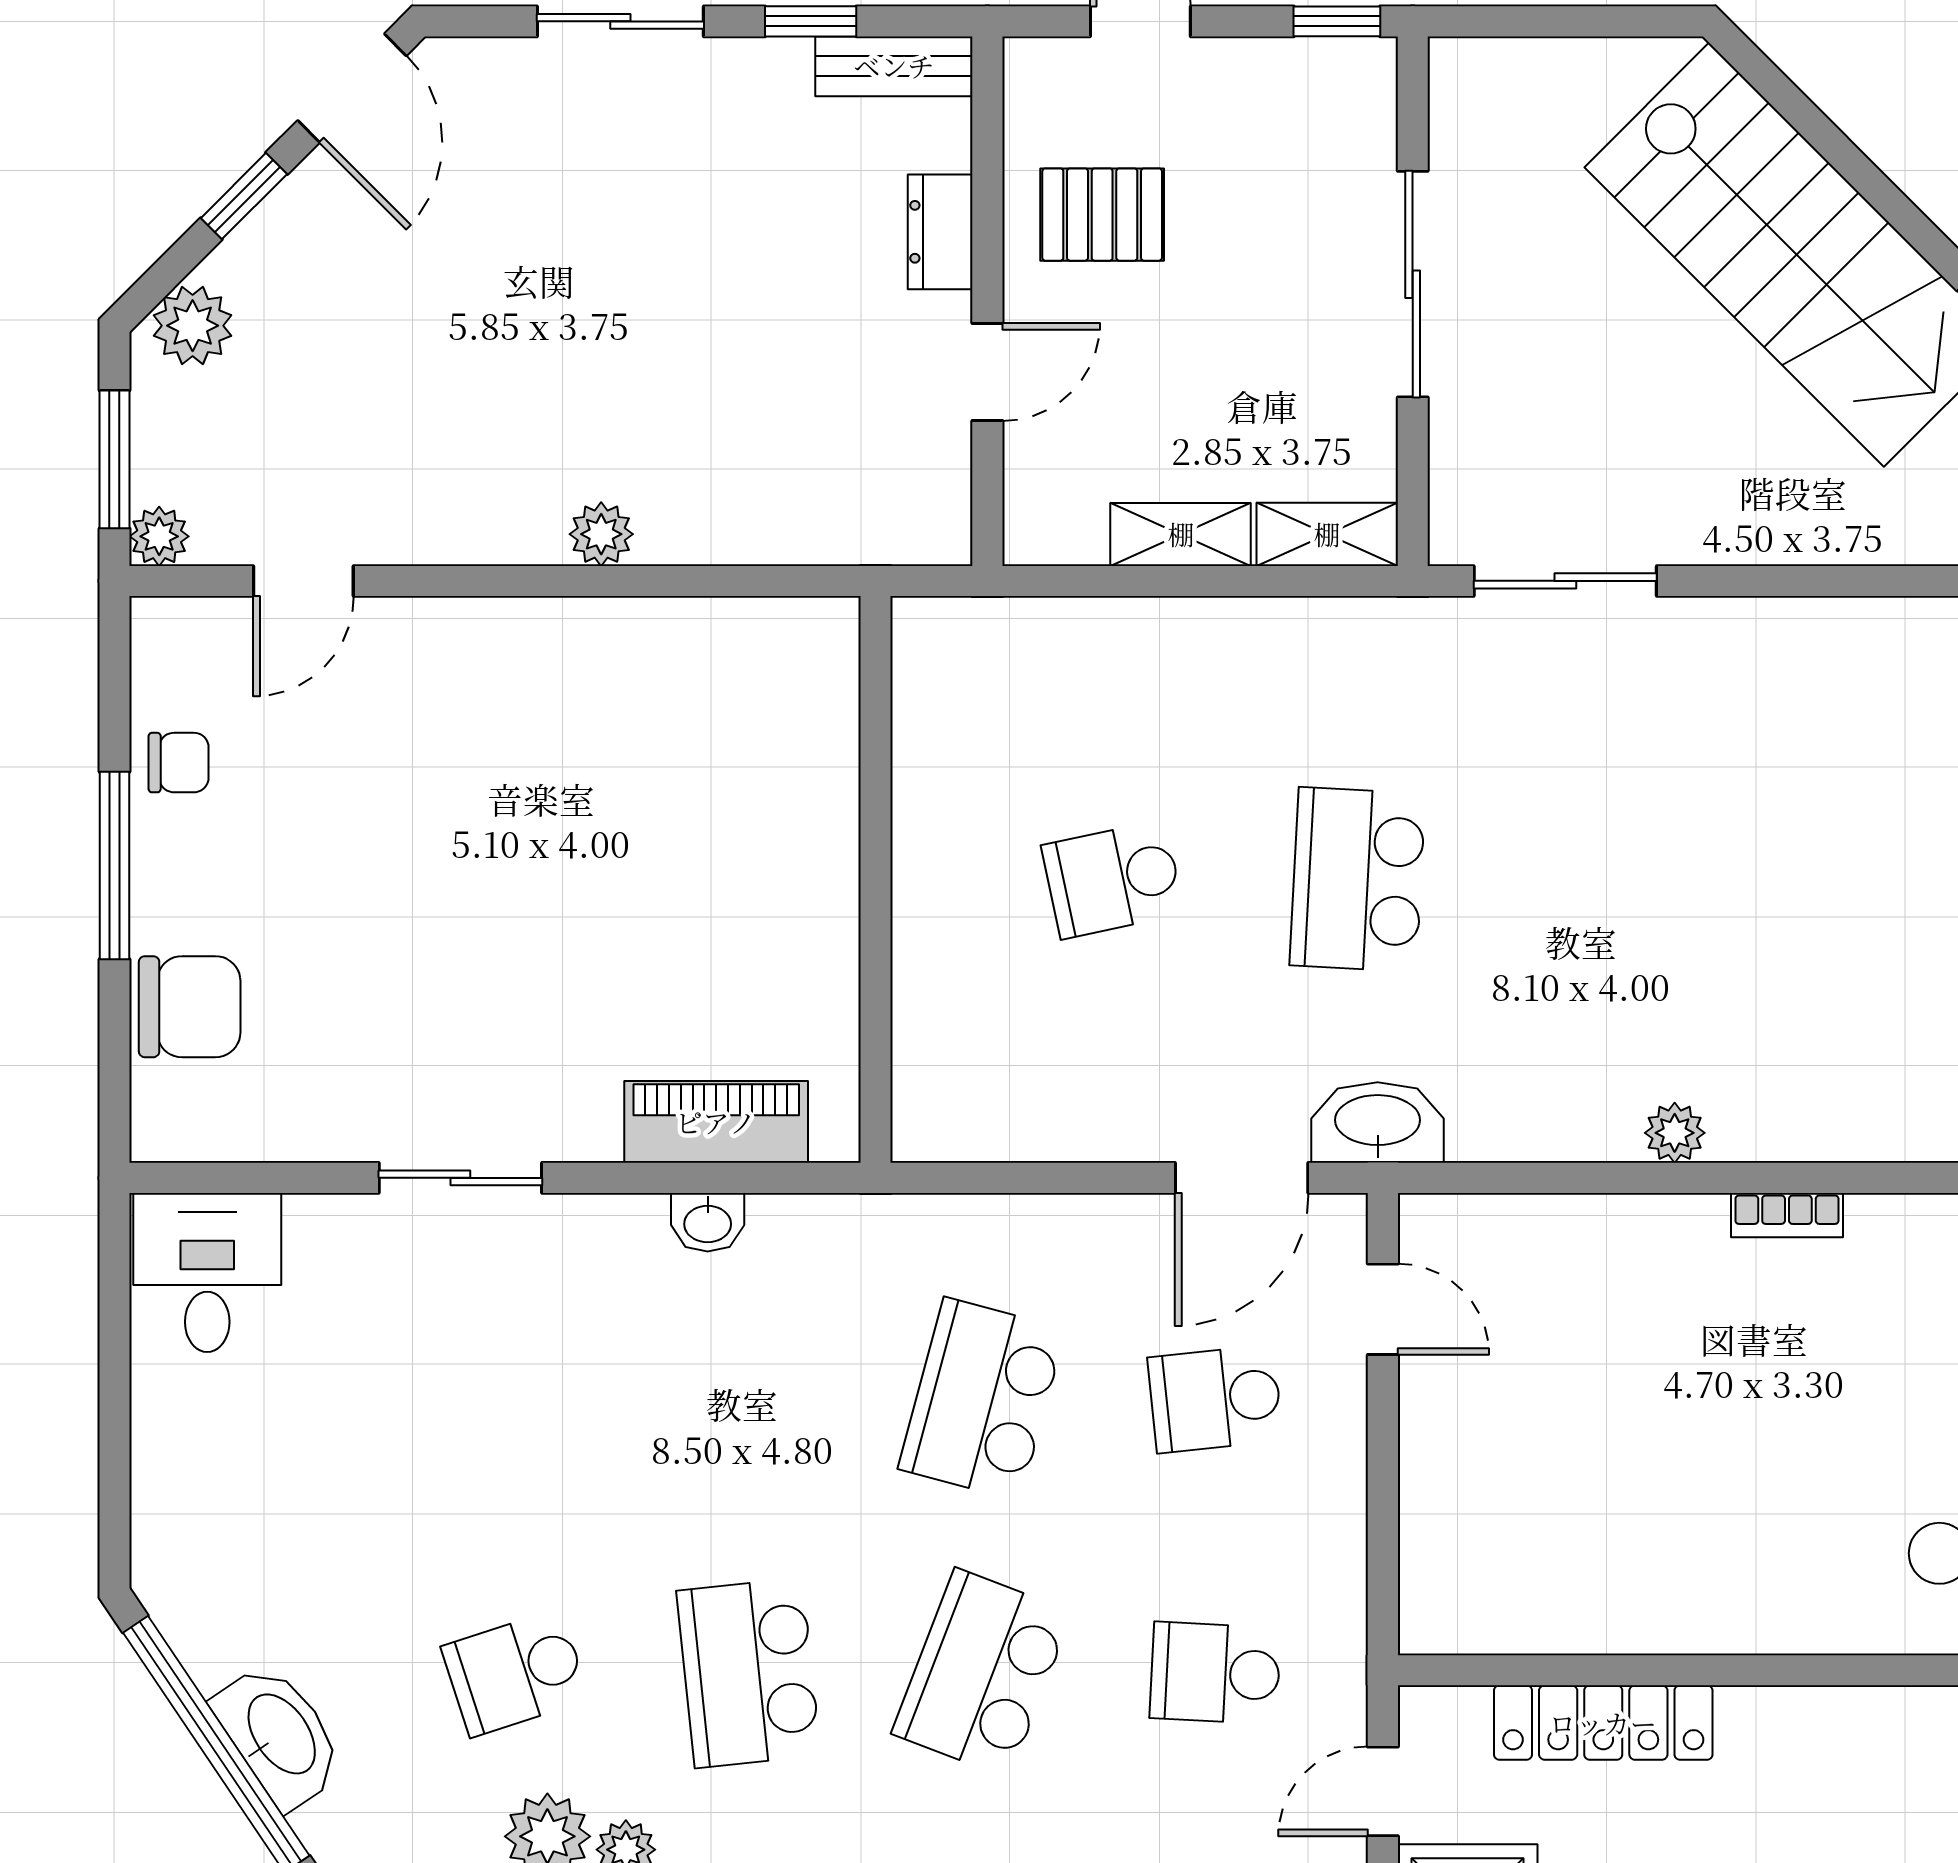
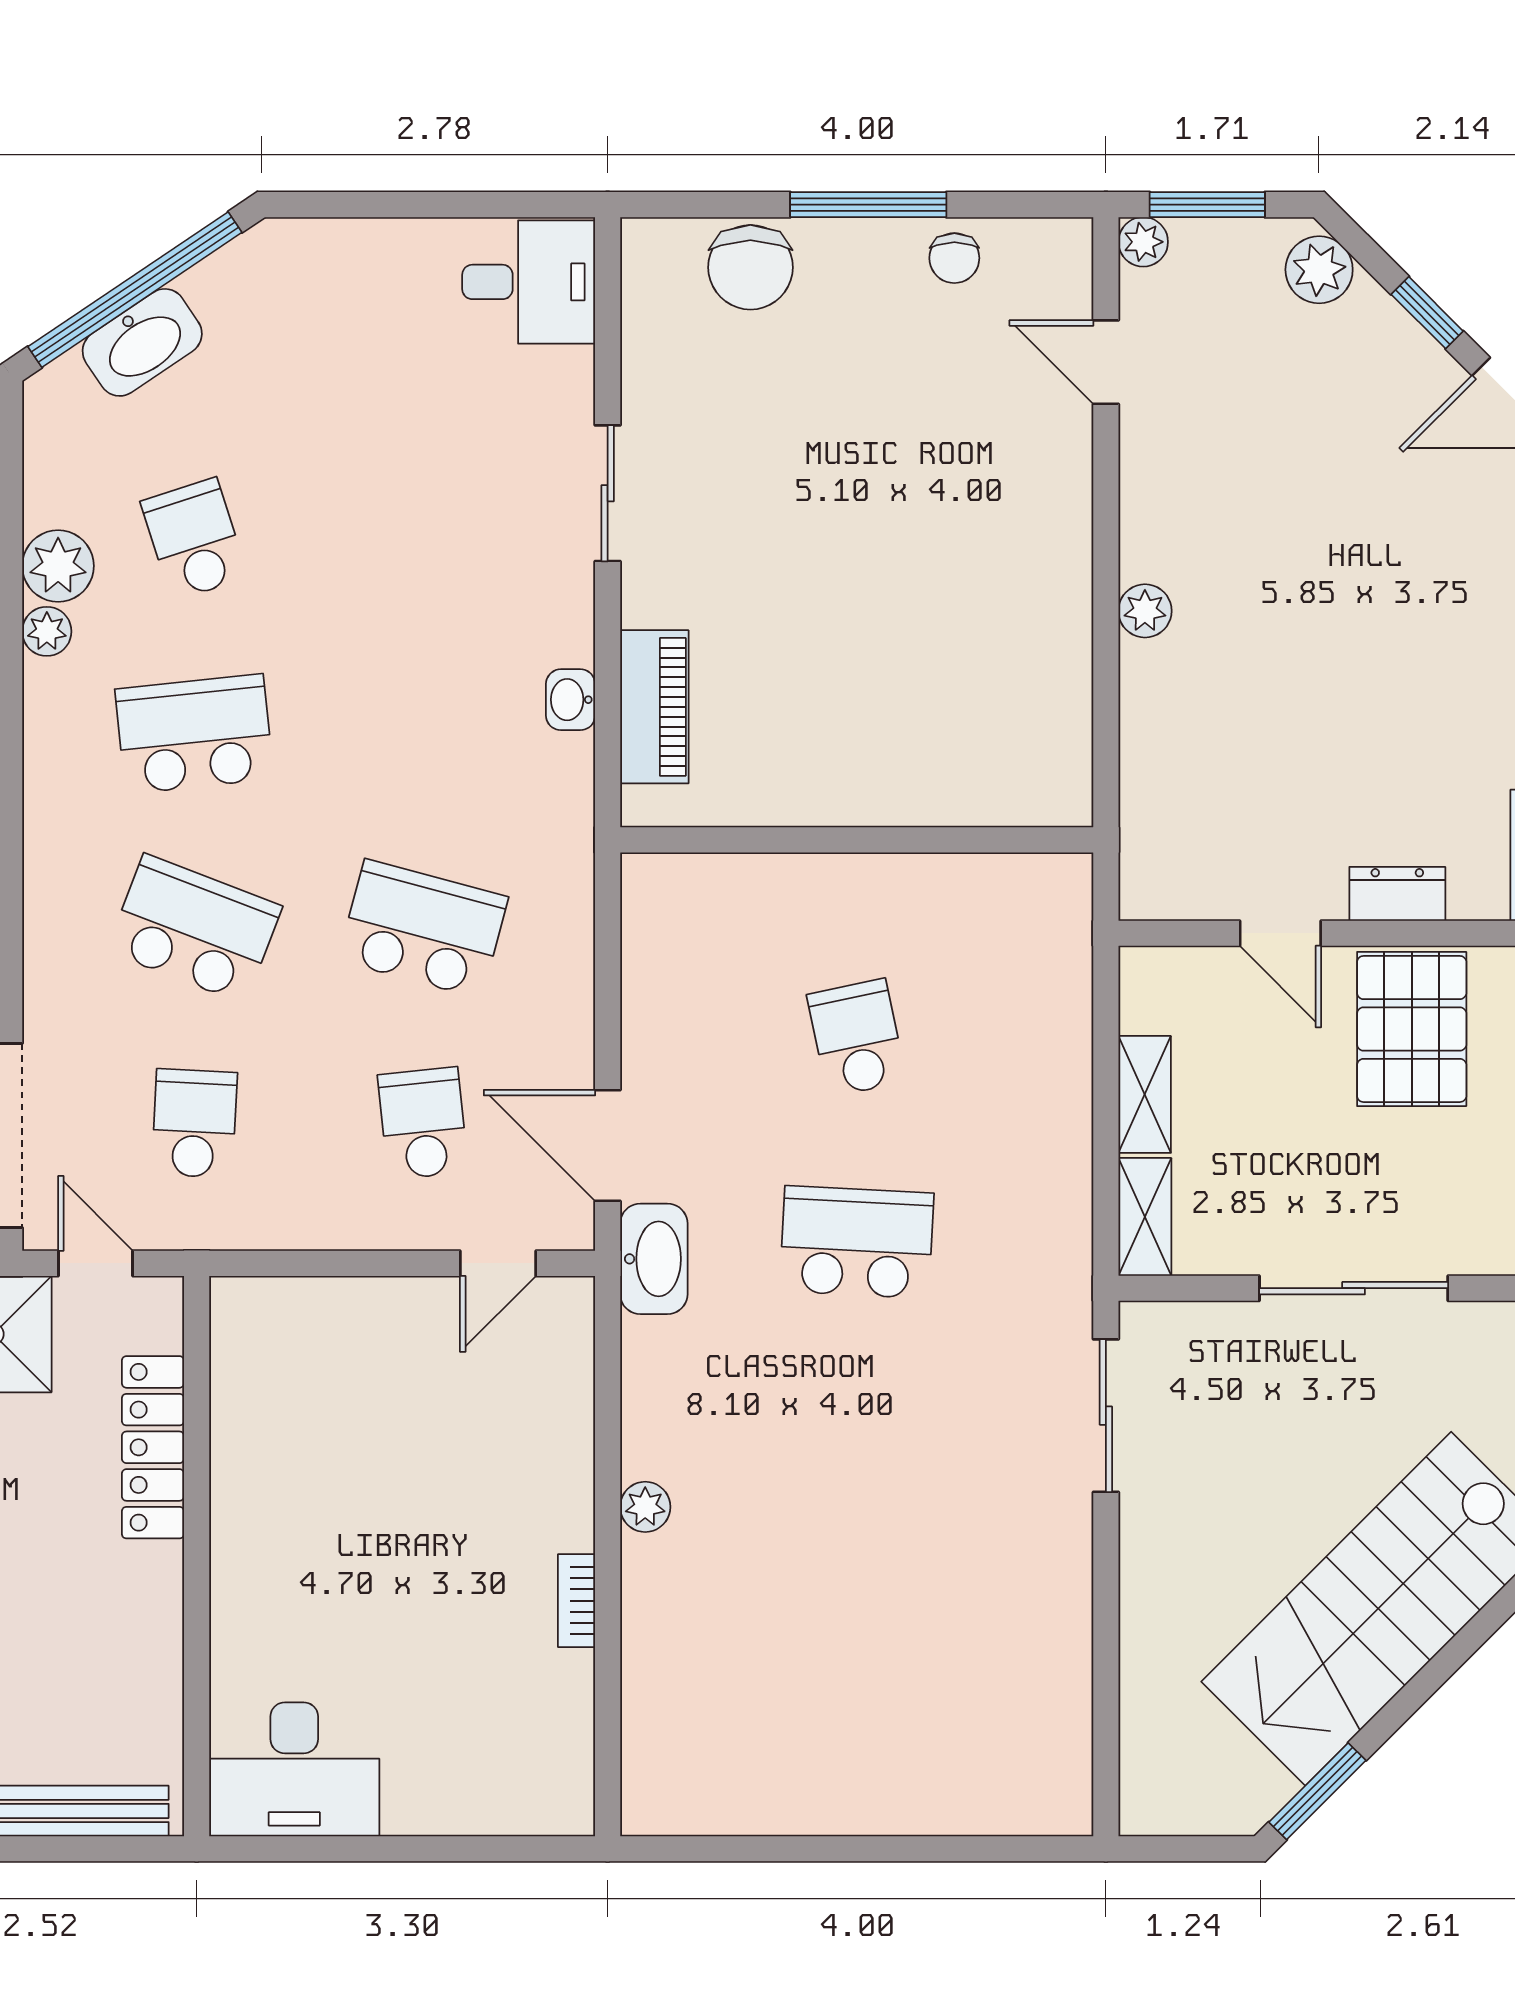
pallet: (1102, 215) -> (1412, 1029), width x1.50, depth x1.42

